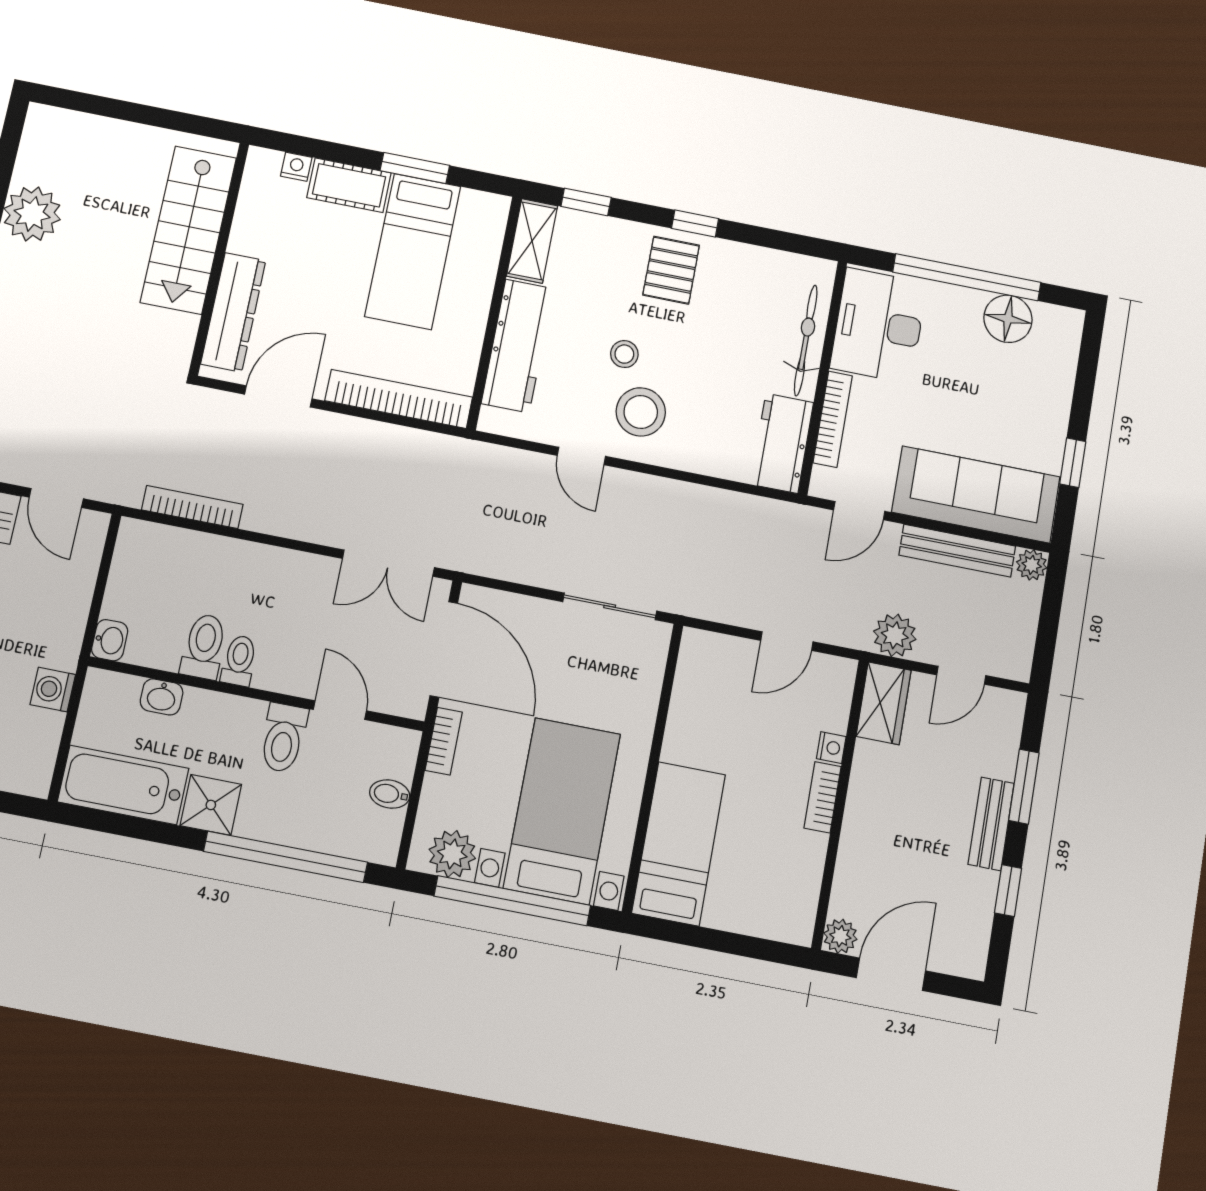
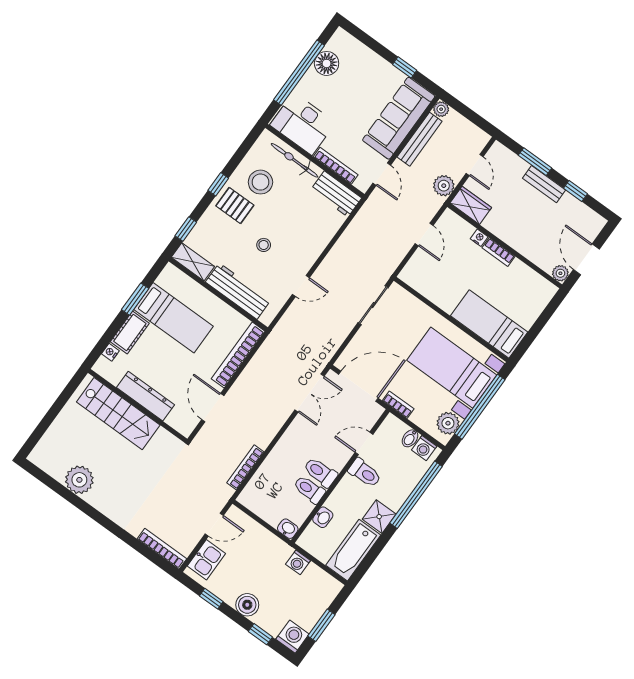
dresser: (233, 312) -> (145, 396), moved
stool: (641, 412) -> (260, 182), moved
toilet: (239, 661) -> (320, 472), width x1.37, depth x1.39
washing machine: (383, 830) -> (424, 448), added

